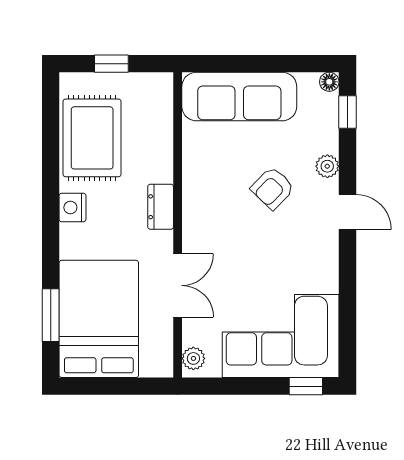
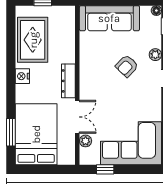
dresser: (161, 207) -> (68, 81), width x1.44
plant: (193, 358) -> (86, 141), moved
window: (306, 386) -> (105, 169), moved

